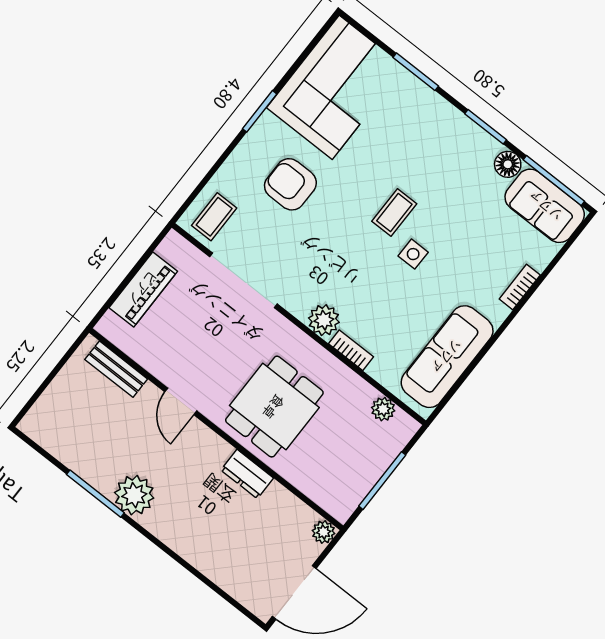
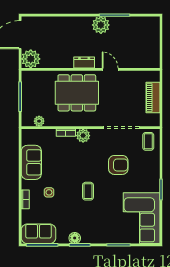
floor lamp: (508, 164) -> (75, 238), moved
armchair: (290, 184) -> (118, 165), moved
side table: (413, 254) -> (49, 192), moved
sofa: (447, 357) -> (31, 162), width x0.73
bench: (116, 369) -> (141, 63), removed
dining table: (274, 407) -> (77, 93), width x1.38
dresser: (247, 474) -> (84, 63), moved
plant: (324, 532) -> (31, 59), width x1.87, depth x1.87

